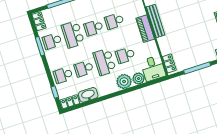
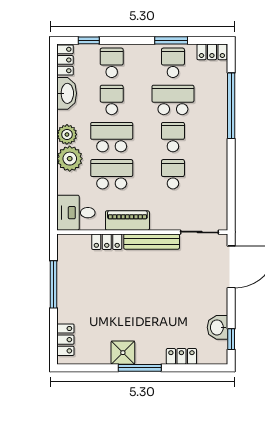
piano: (145, 29) -> (127, 220), moved
school desk: (125, 55) -> (112, 174), width x1.85
locker: (169, 63) -> (107, 242), moved
plant: (138, 79) -> (67, 134), moved

